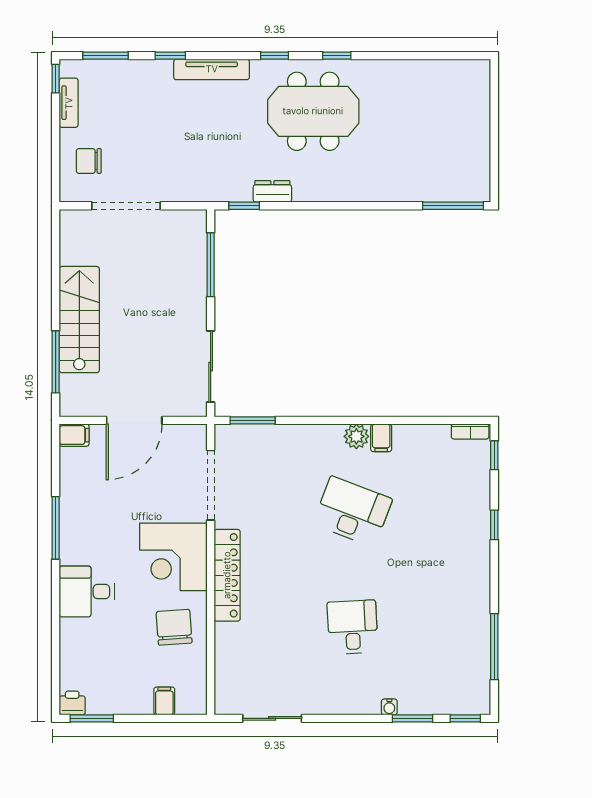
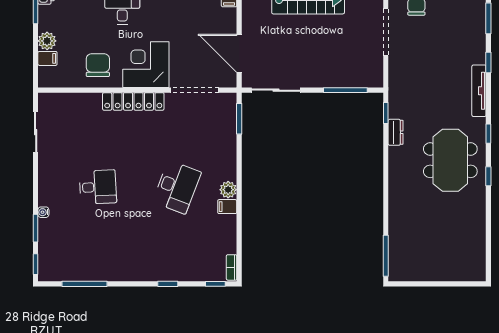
door: (134, 420) -> (239, 53), moved
chair: (174, 627) -> (98, 65), turned -86
plant: (139, 702) -> (47, 41), added

